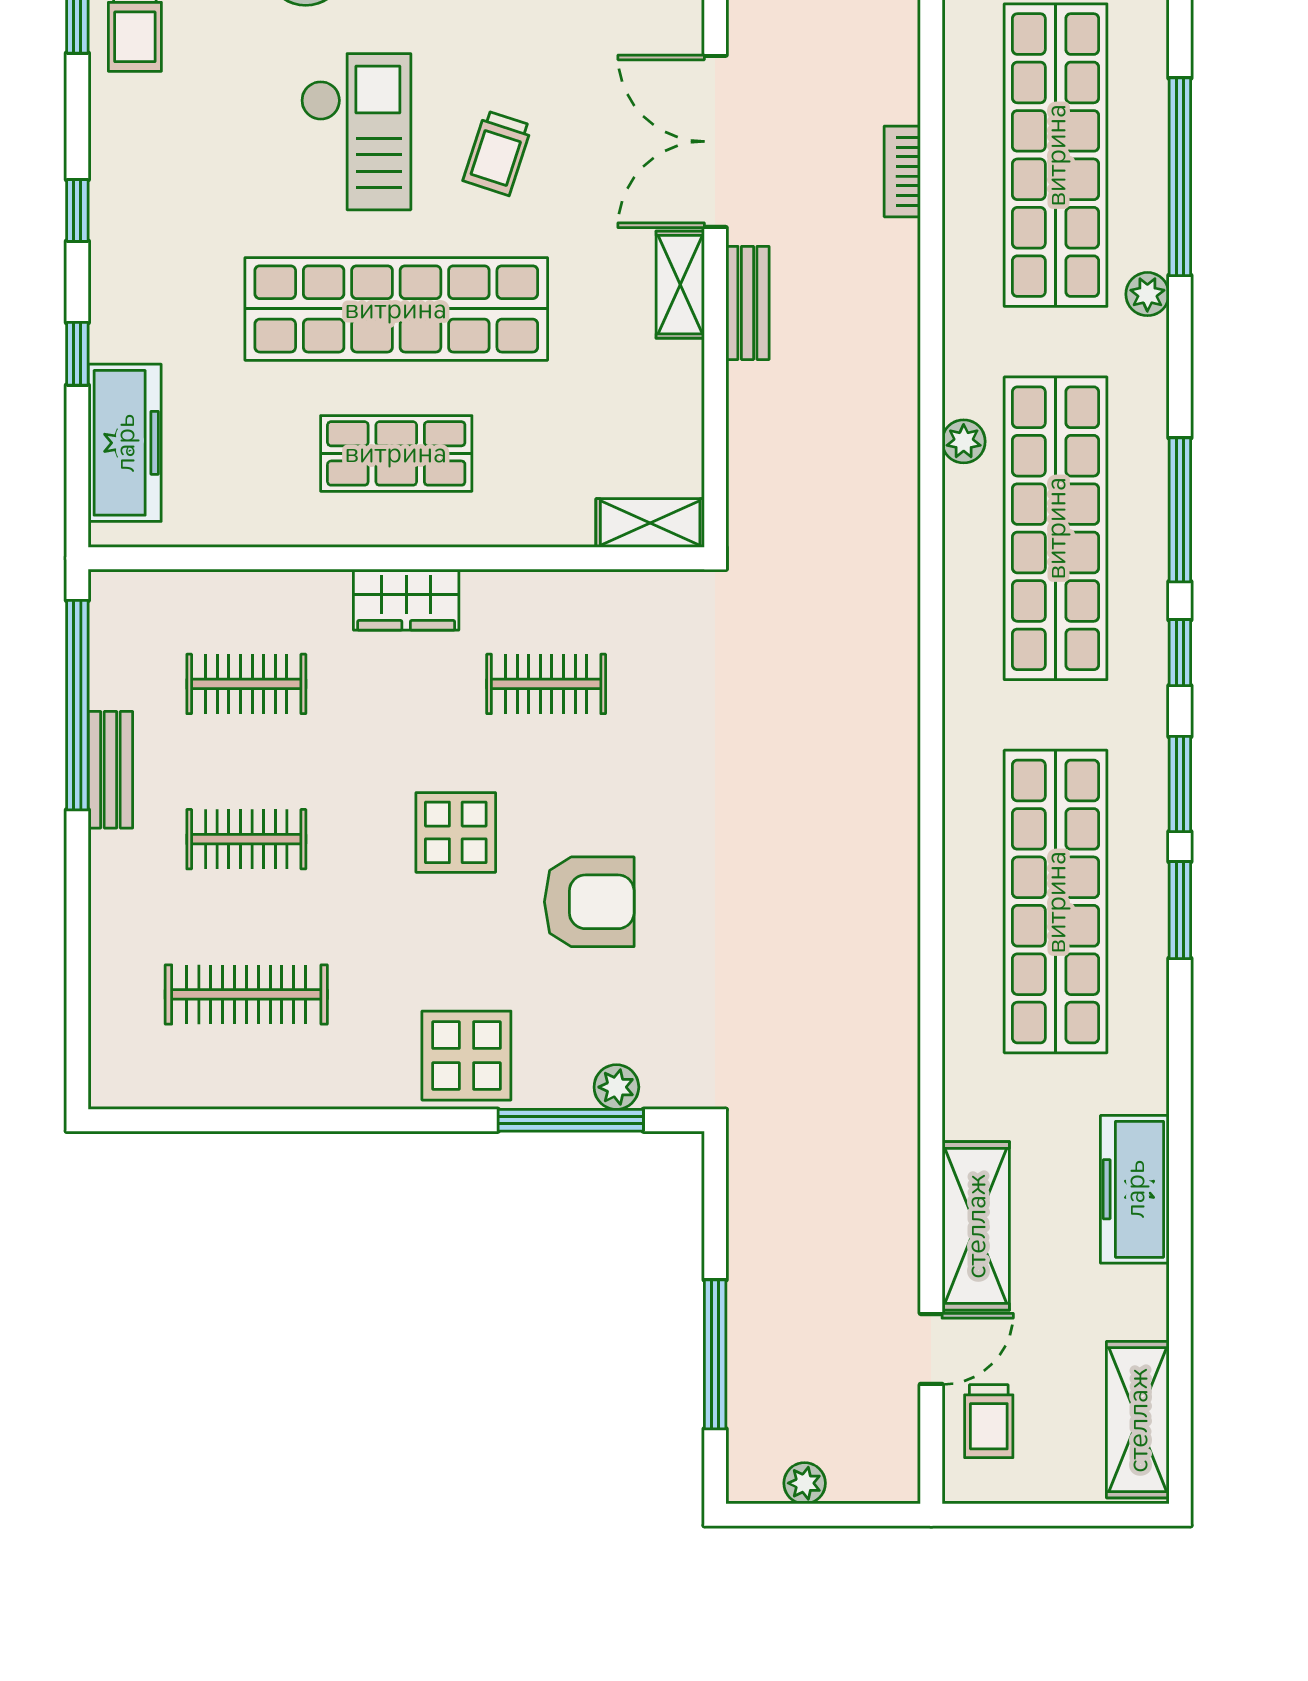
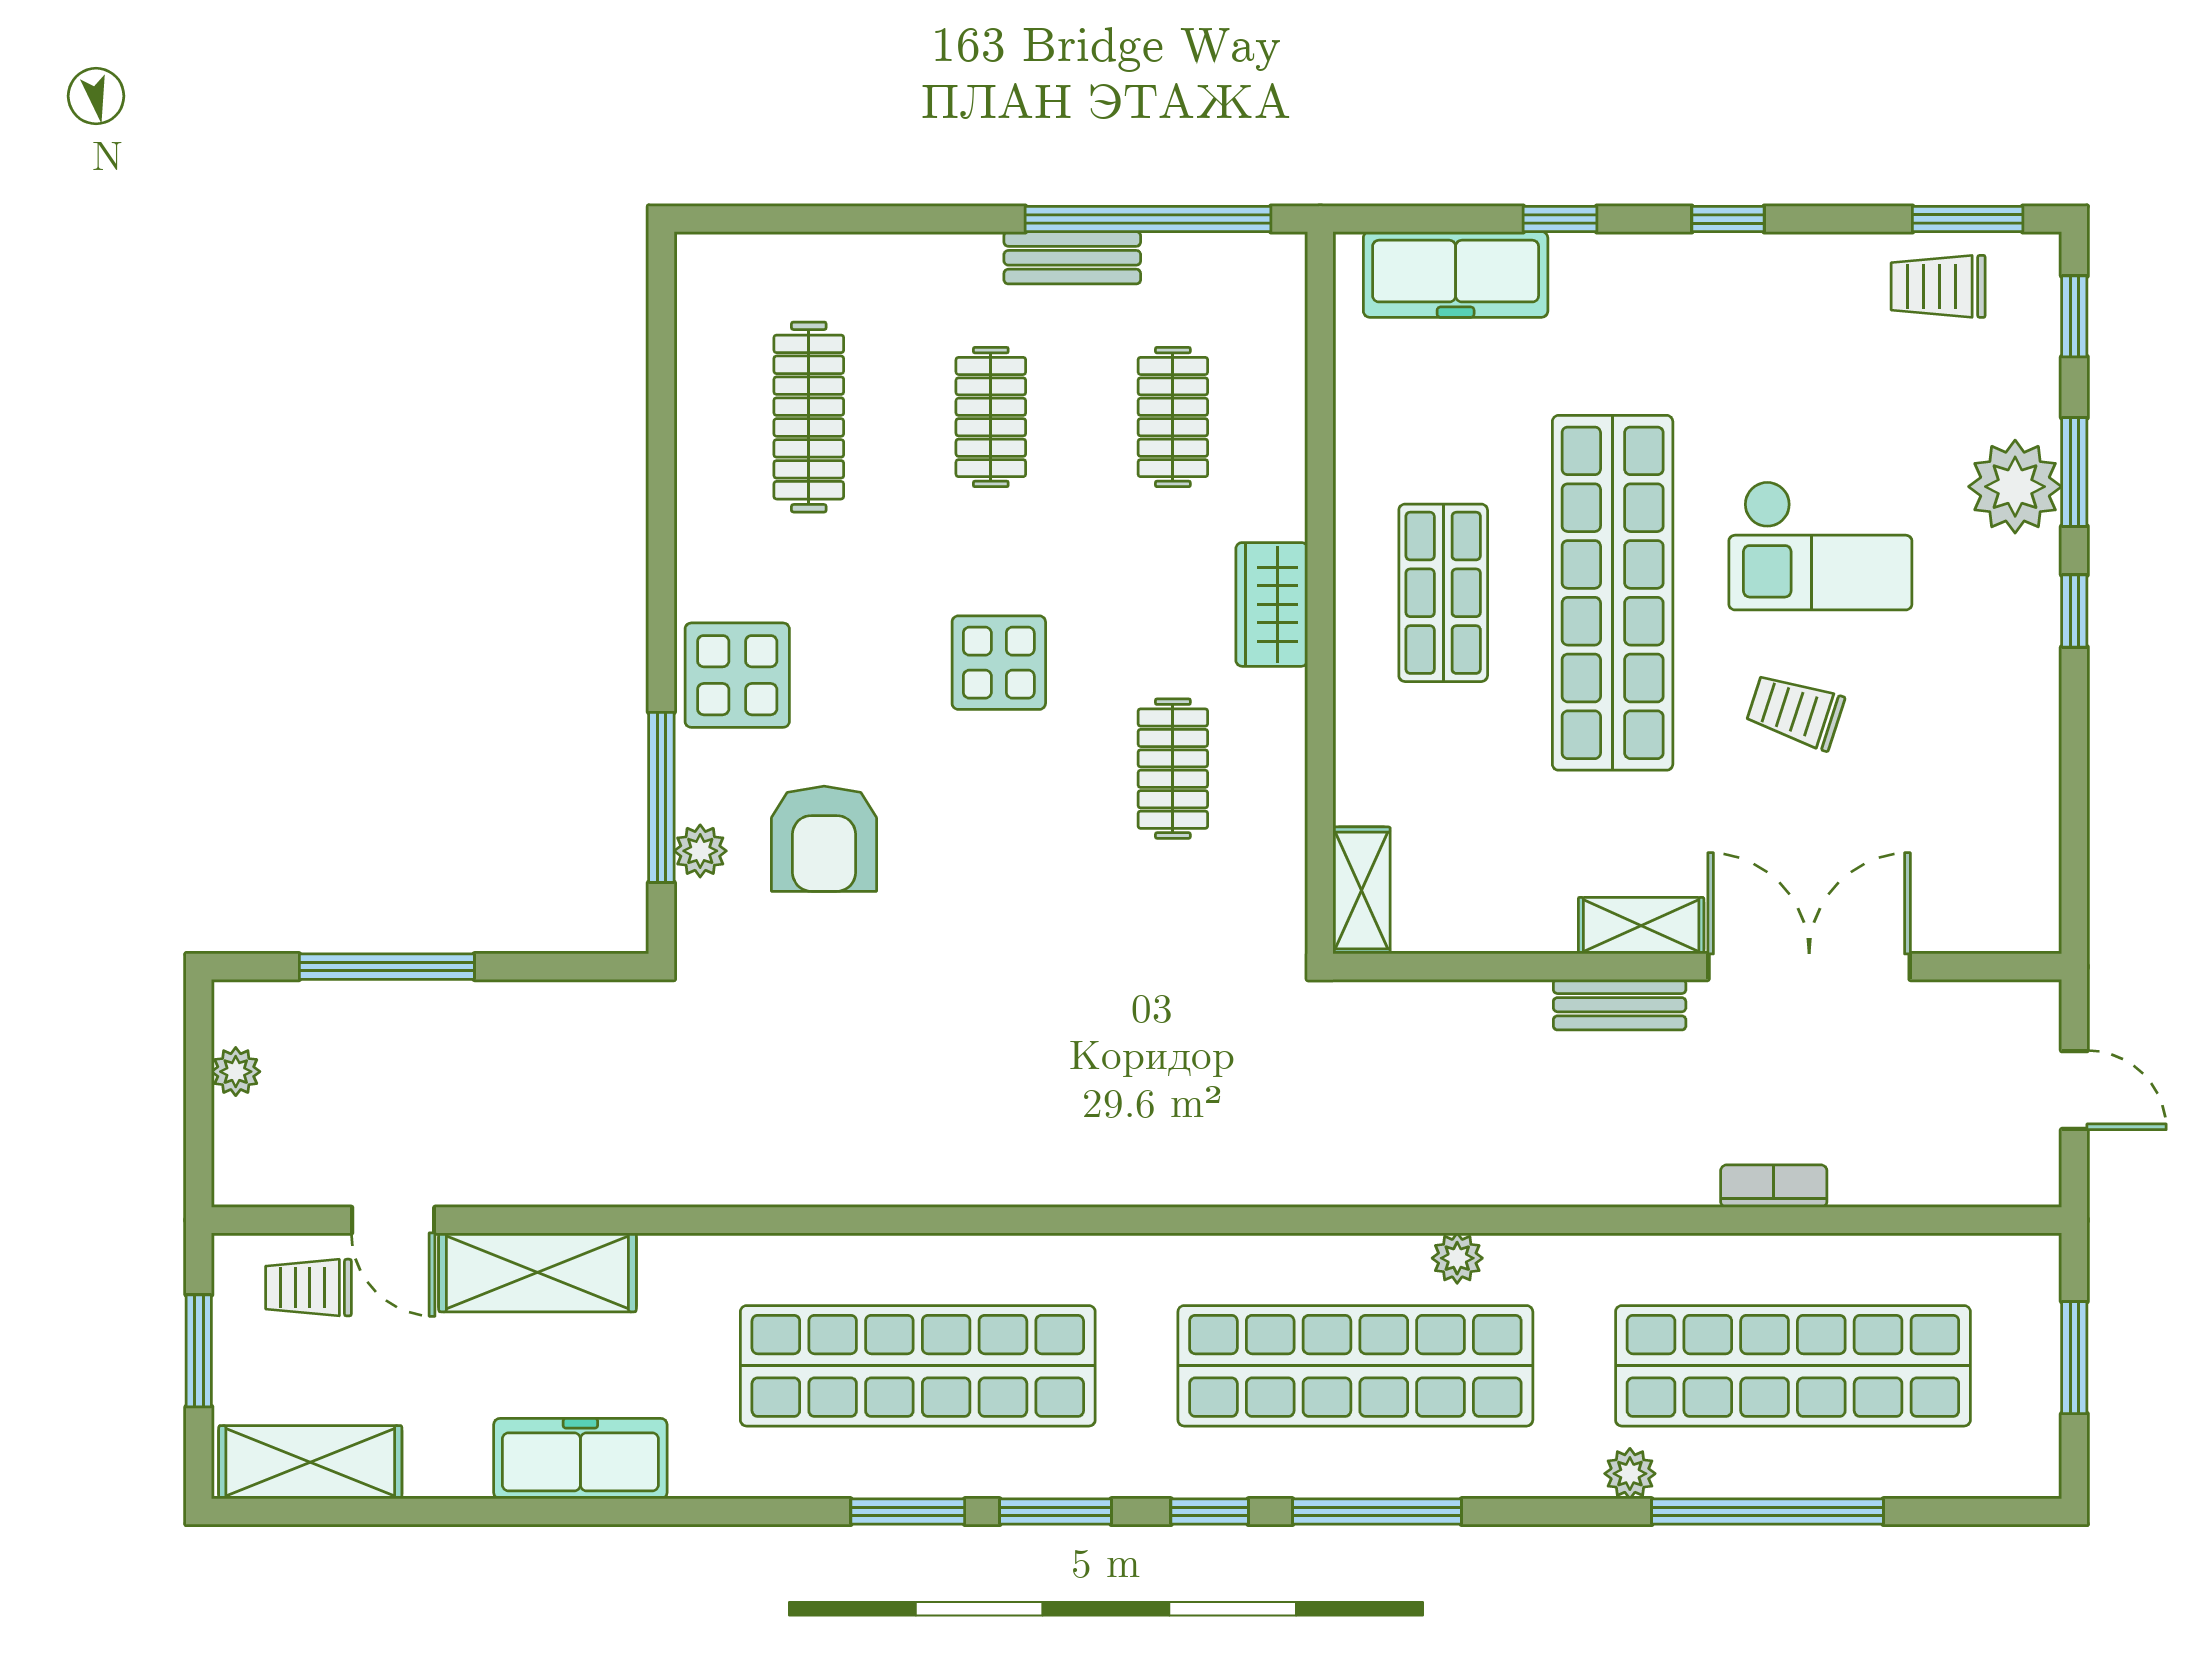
armchair: (589, 902) -> (824, 839), moved
window: (1043, 1515) -> (199, 1351), added

